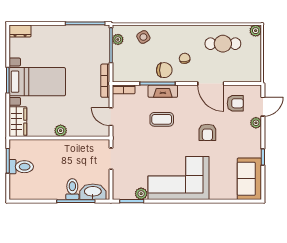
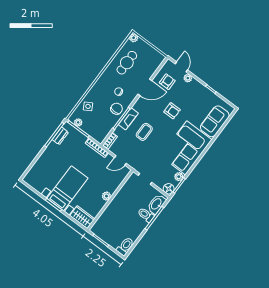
dresser: (20, 31) -> (60, 136), moved
toilet: (21, 167) -> (125, 246), moved
sofa: (249, 179) -> (215, 121), moved, turned 90
floor lamp: (120, 192) -> (169, 189), added

